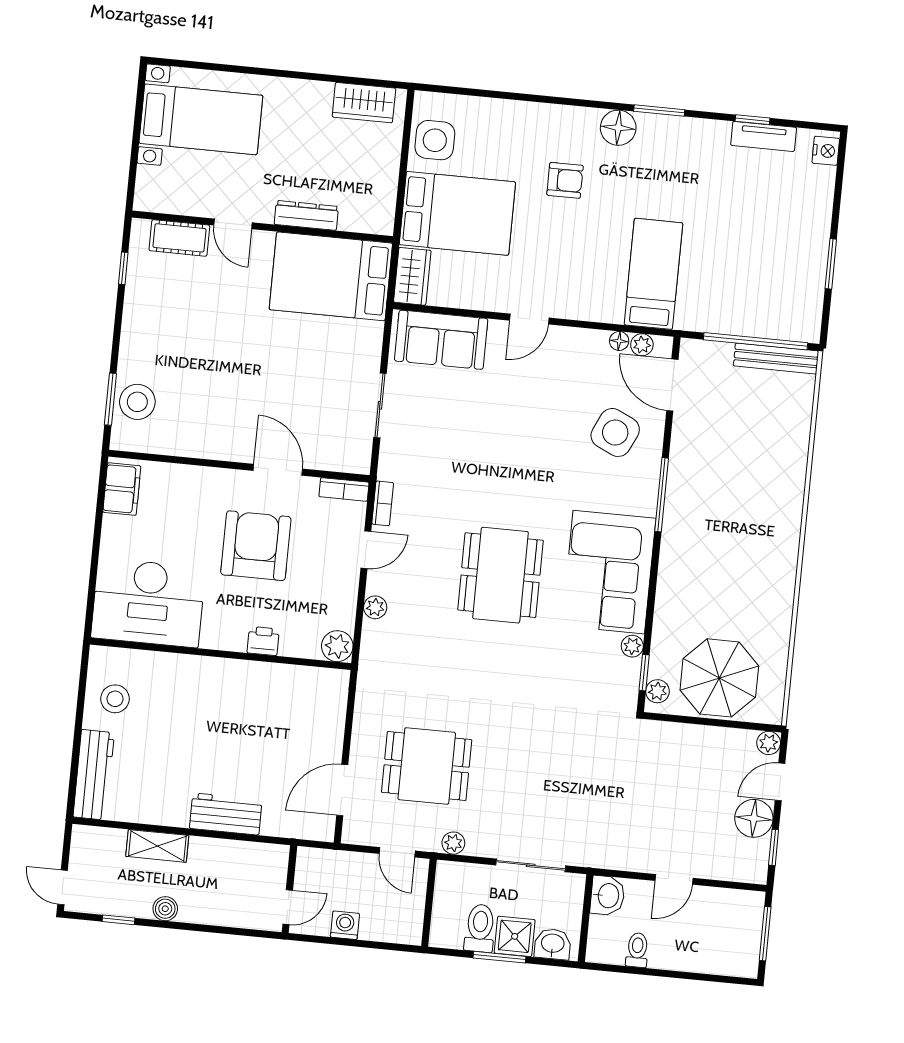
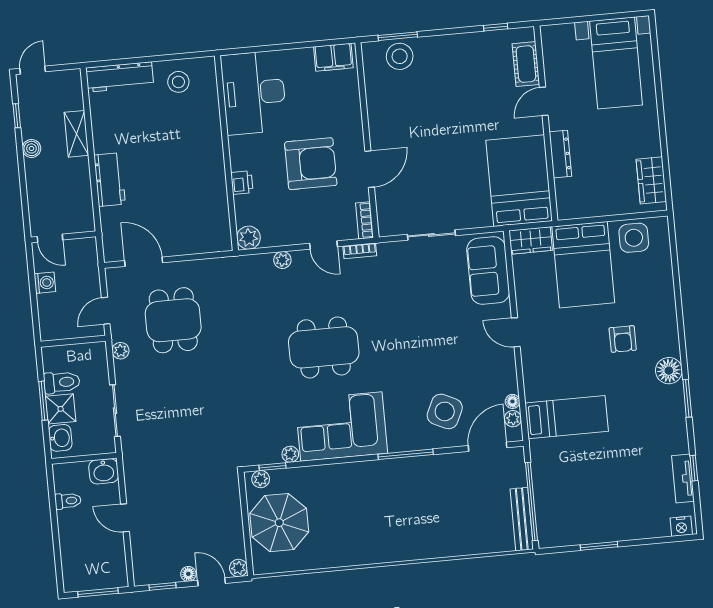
floor lamp: (754, 818) -> (188, 574), width x0.53, depth x0.53

